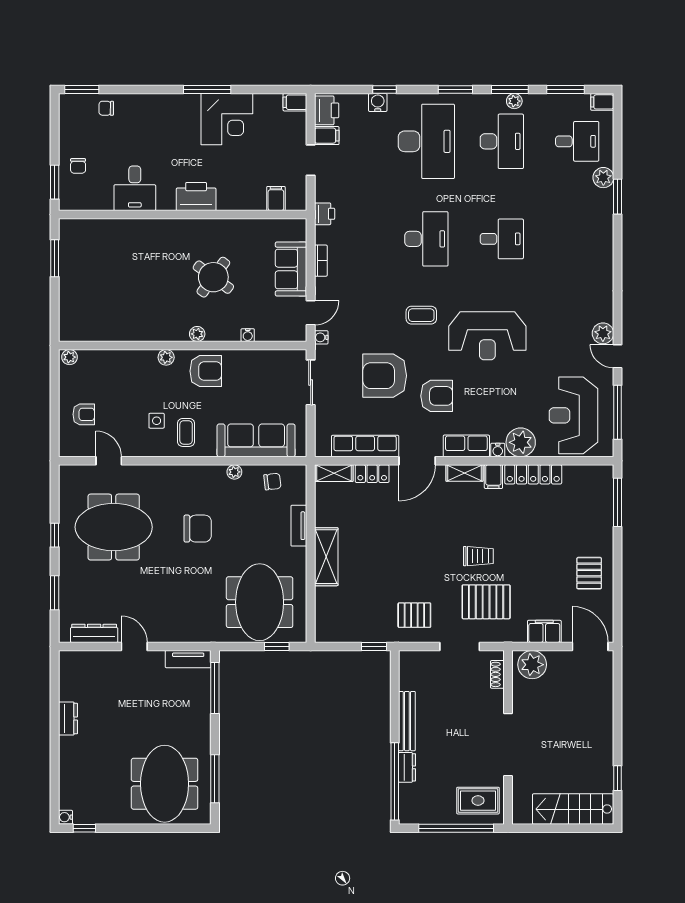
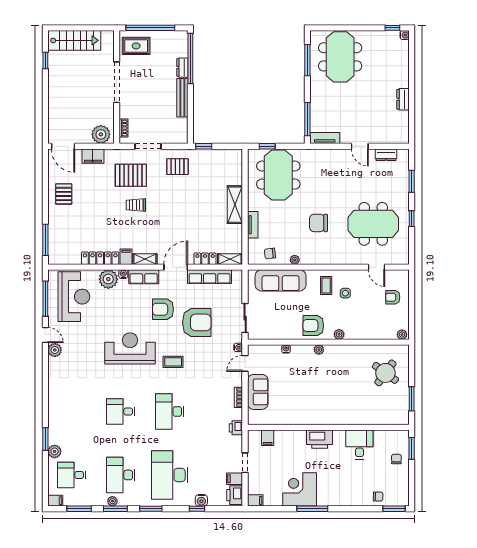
round table: (213, 277) -> (385, 373), moved
dresser: (94, 633) -> (386, 155), width x0.70

